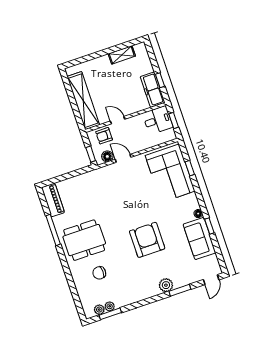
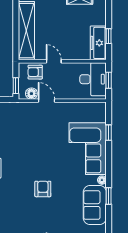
desk: (158, 120) -> (93, 79), width x1.37
corner sofa: (170, 173) -> (88, 149), moved
armchair: (147, 240) -> (43, 189), width x0.53, depth x0.53

